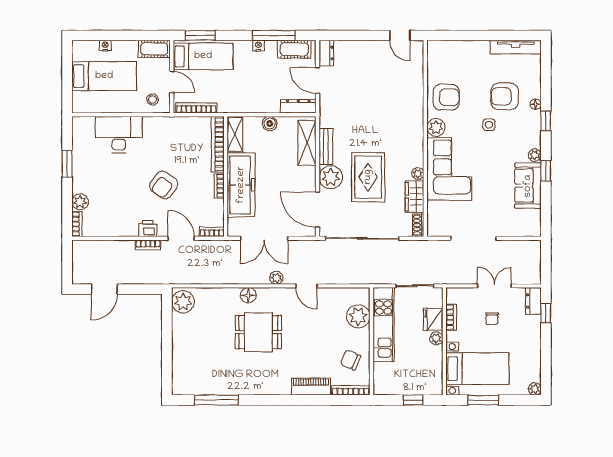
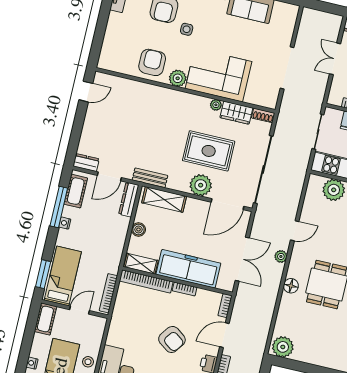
stool: (153, 99) -> (88, 362), moved
bench: (326, 146) -> (150, 178), moved

